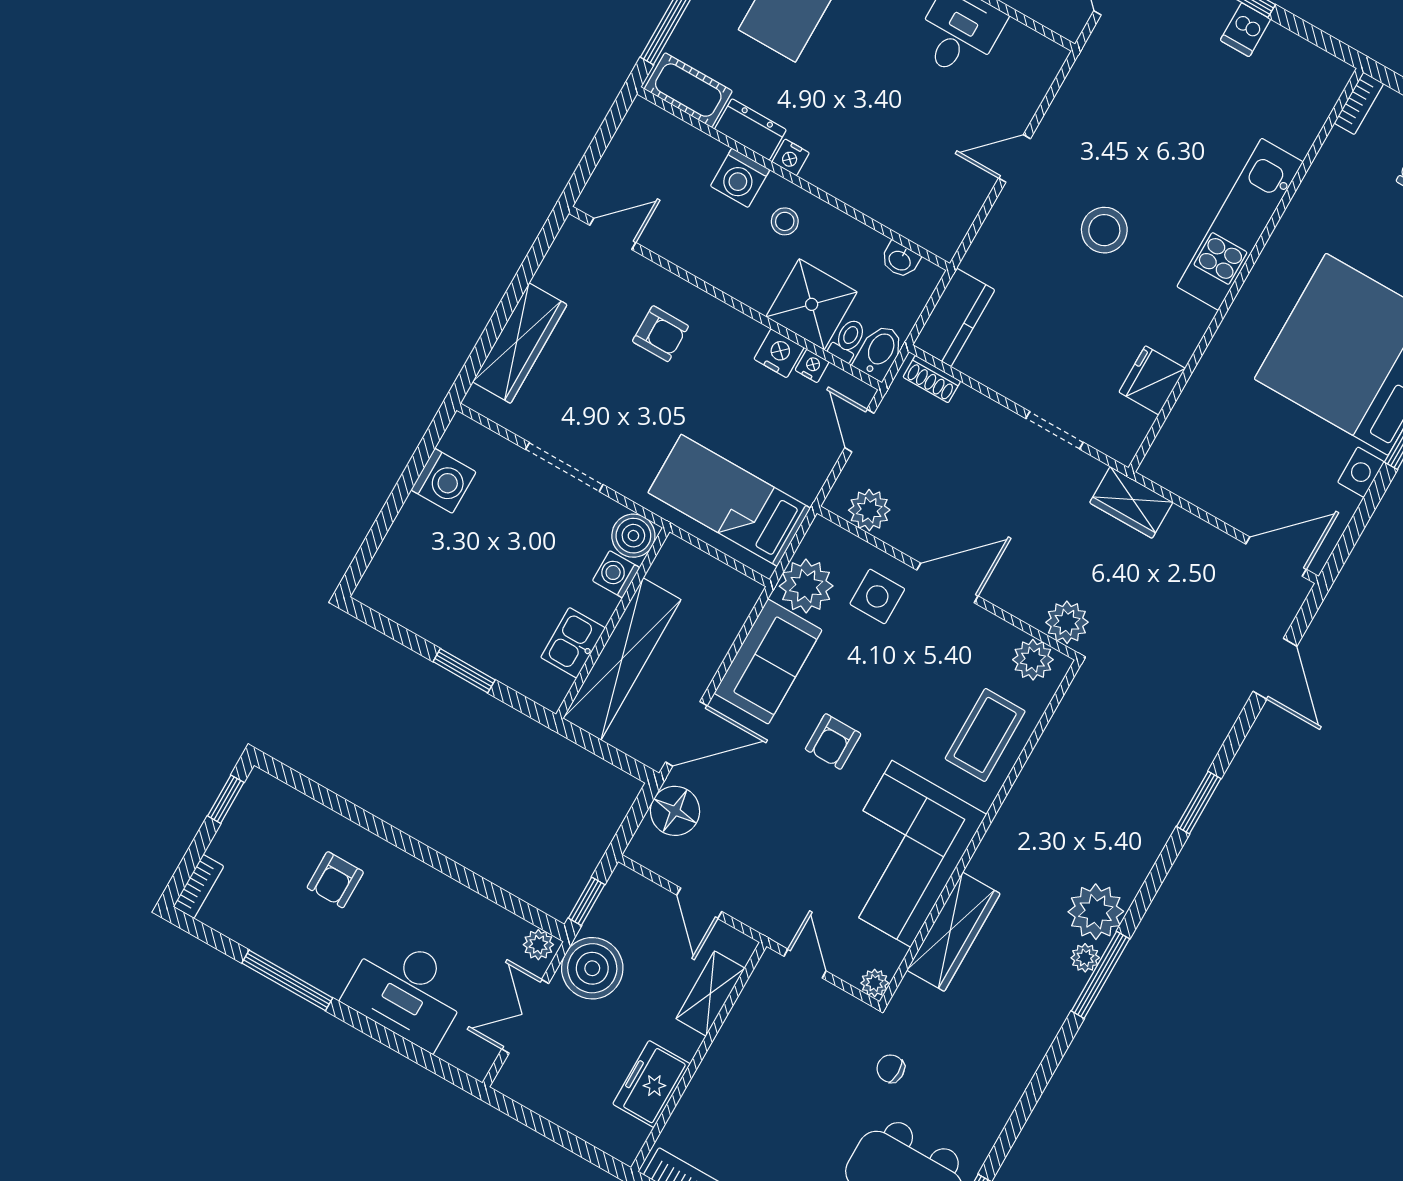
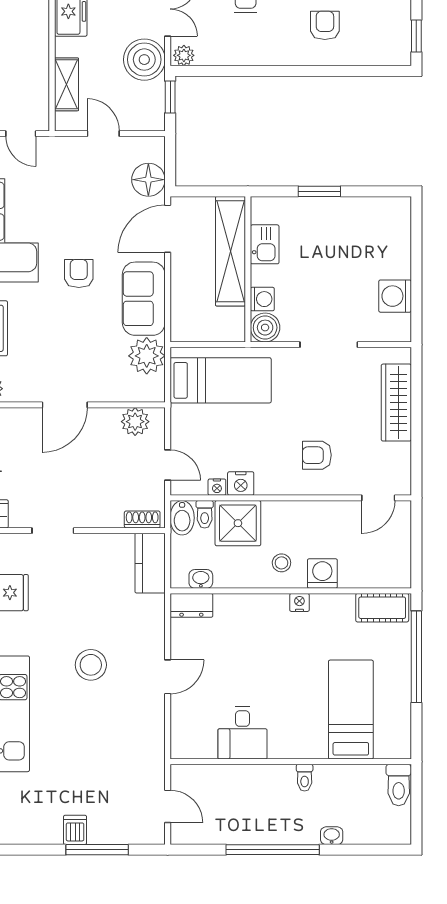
dresser: (750, 129) -> (191, 605), moved
side table: (877, 596) -> (101, 374), removed

